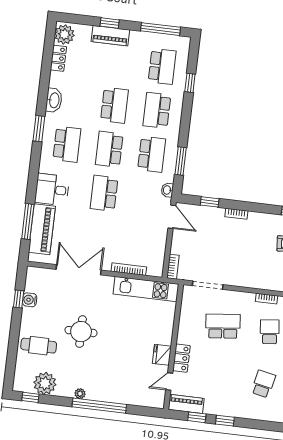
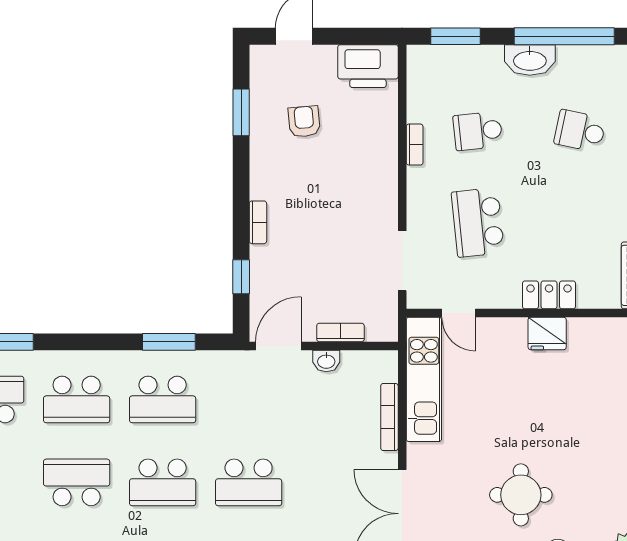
school desk: (152, 154) -> (163, 399), turned 180
washbasin: (167, 190) -> (326, 361), moved
bookcase: (173, 267) -> (340, 333), moved
door: (169, 382) -> (459, 313), moved

